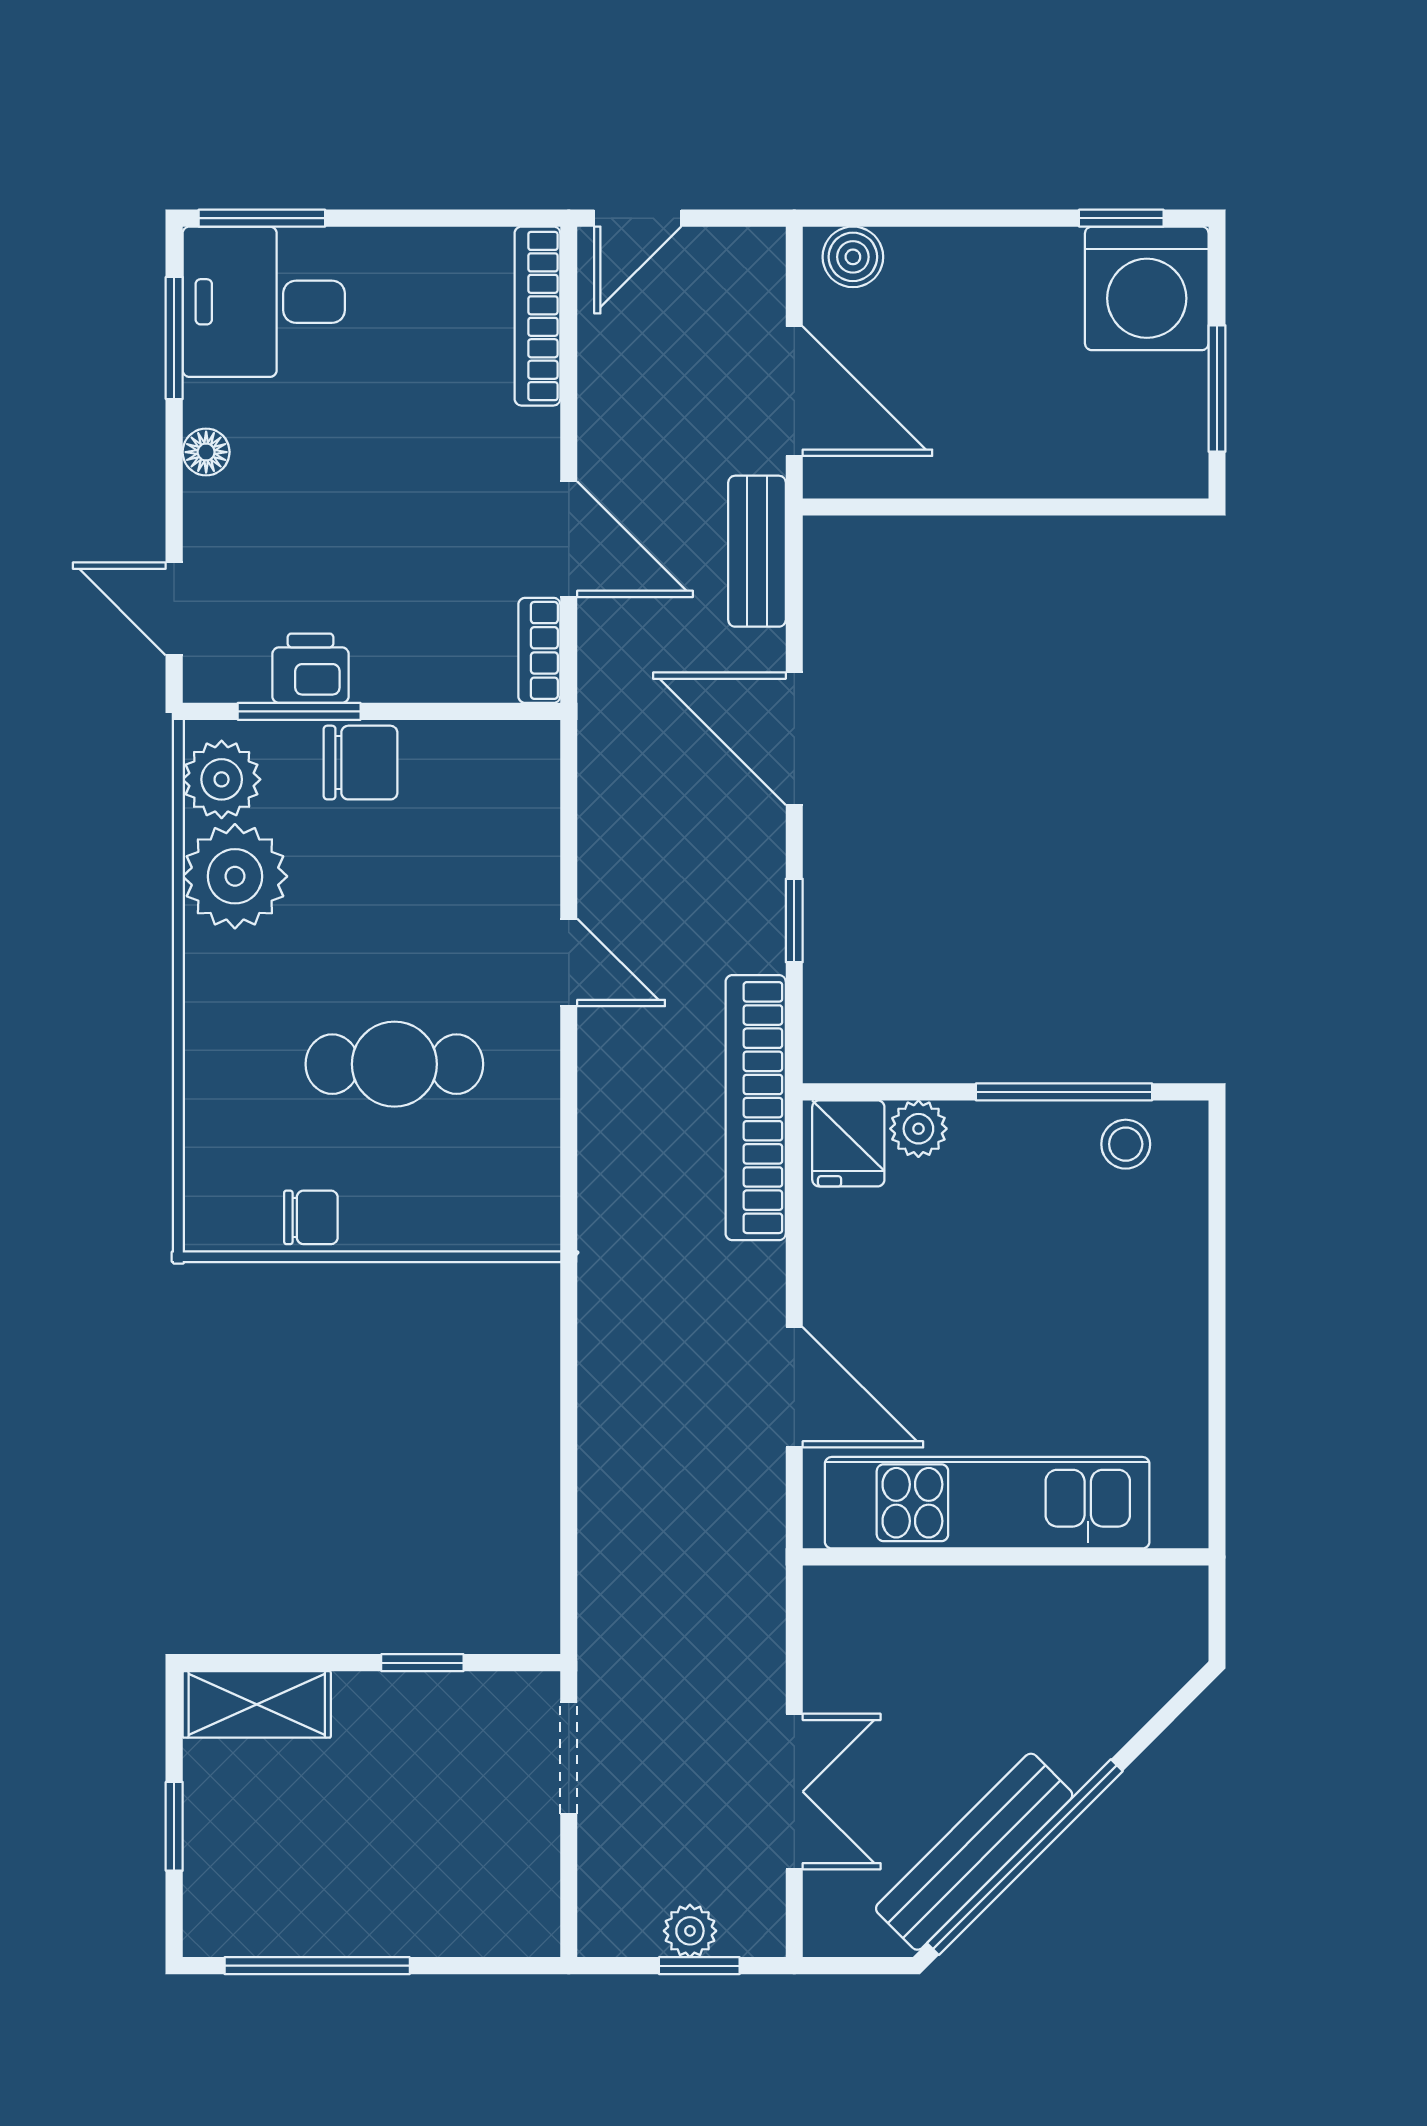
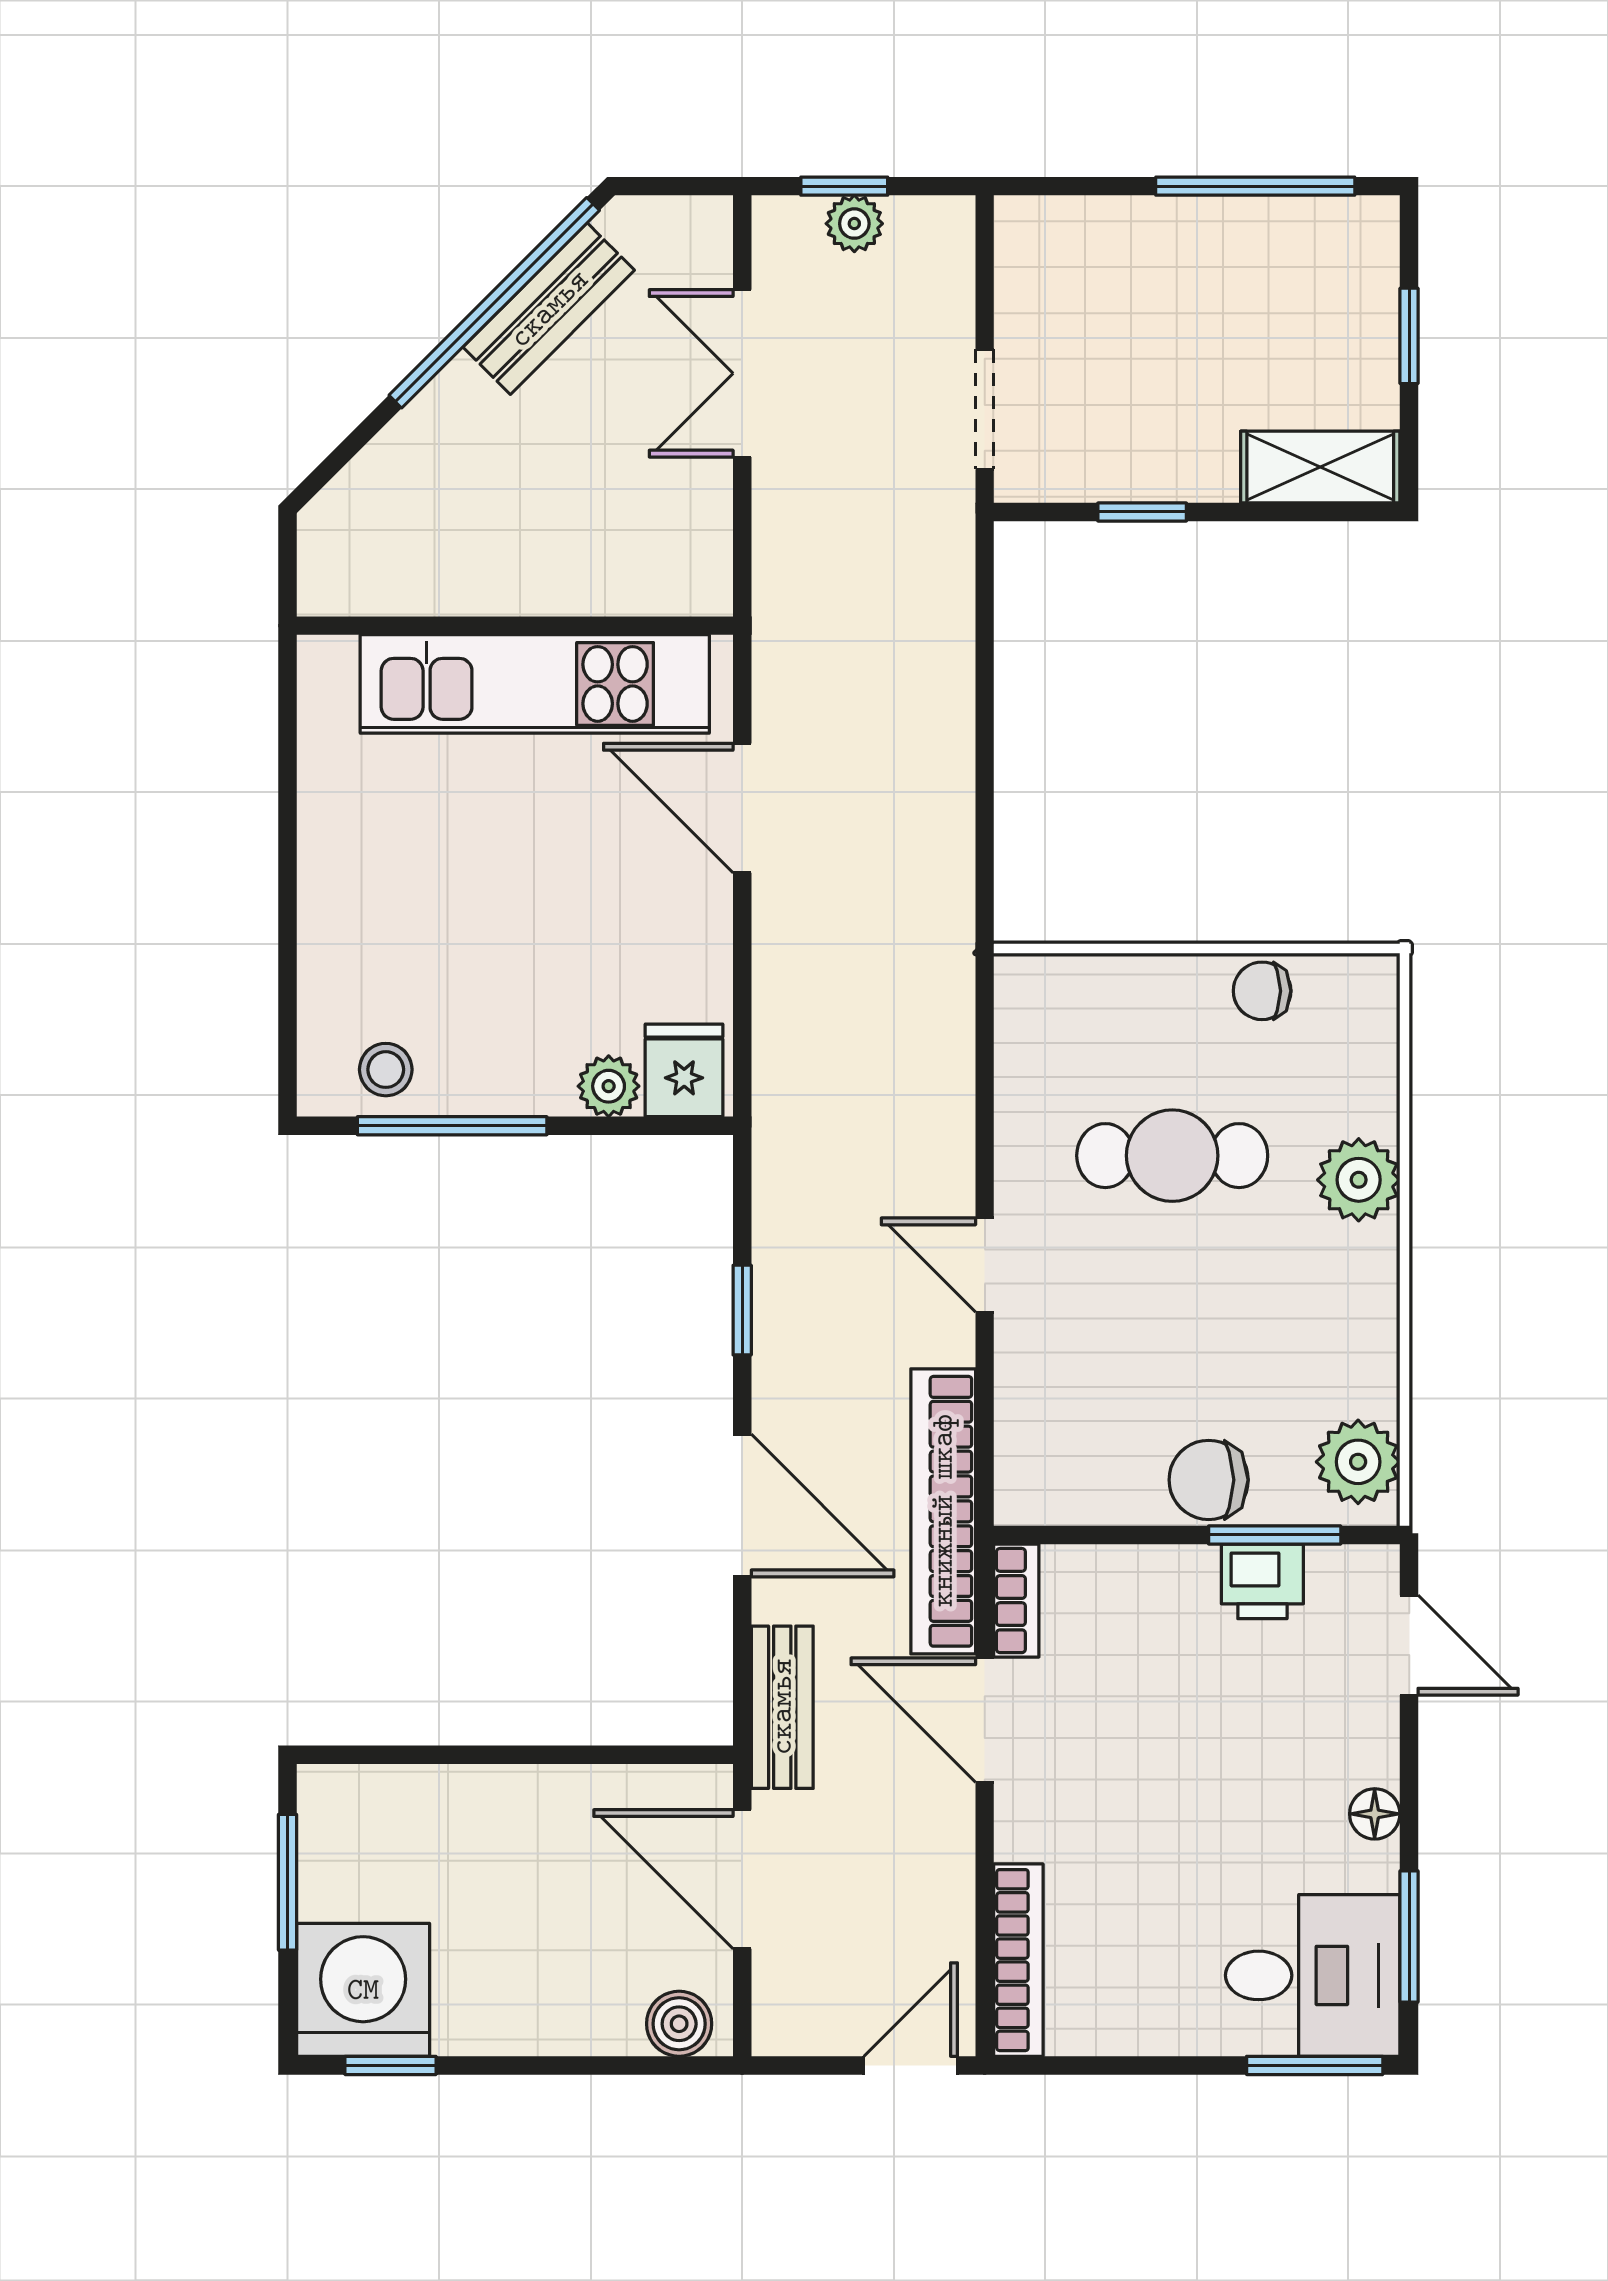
plant: (235, 876) -> (1359, 1180), moved, width x0.73, depth x0.73
bookcase: (756, 1108) -> (943, 1511), moved, turned 180
bench: (974, 1852) -> (549, 309), width x0.73

